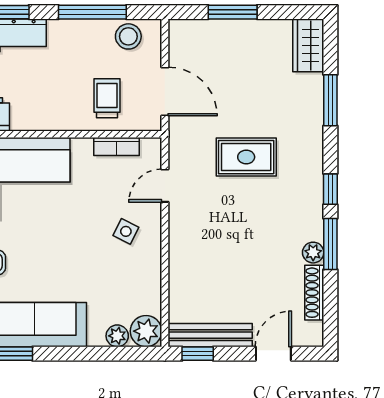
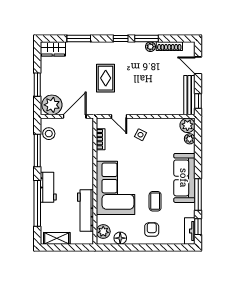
plant: (189, 43) -> (52, 105), added
trolley: (107, 98) -> (78, 144), removed

